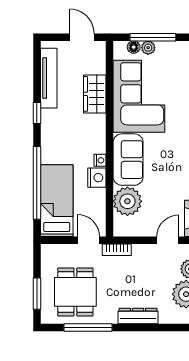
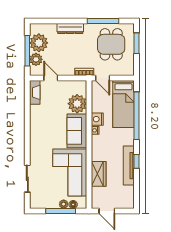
tv unit: (49, 78) -> (129, 166), moved
door: (168, 240) -> (51, 78), swing flipped

